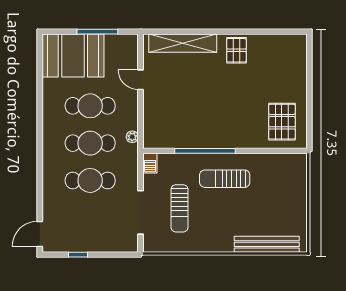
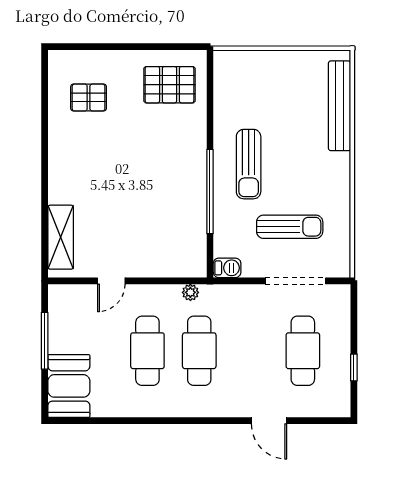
shelving: (183, 43) -> (61, 237), width x0.68
pallet: (236, 50) -> (89, 98), moved
booth: (73, 56) -> (69, 386), width x0.73, depth x0.70
cafe table: (90, 180) -> (303, 351), moved
door: (40, 234) -> (269, 421), moved

